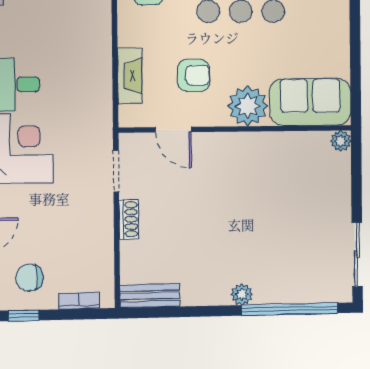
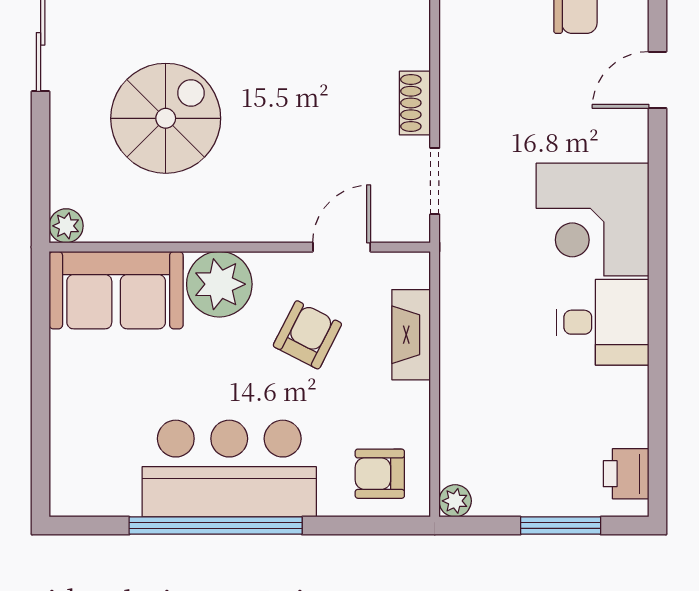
armchair: (194, 75) -> (307, 335), turned 117
door: (173, 130) -> (342, 247), hinge flipped
spiral stairs: (281, 207) -> (166, 118), added

